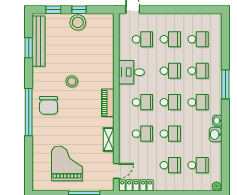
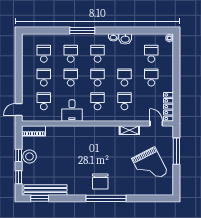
window: (29, 48) -> (40, 198), moved
stool: (72, 81) -> (80, 162), removed
piano: (108, 103) -> (34, 131), moved
chair: (49, 105) -> (100, 181), turned 90
grand piano: (67, 163) -> (150, 166), turned -117

